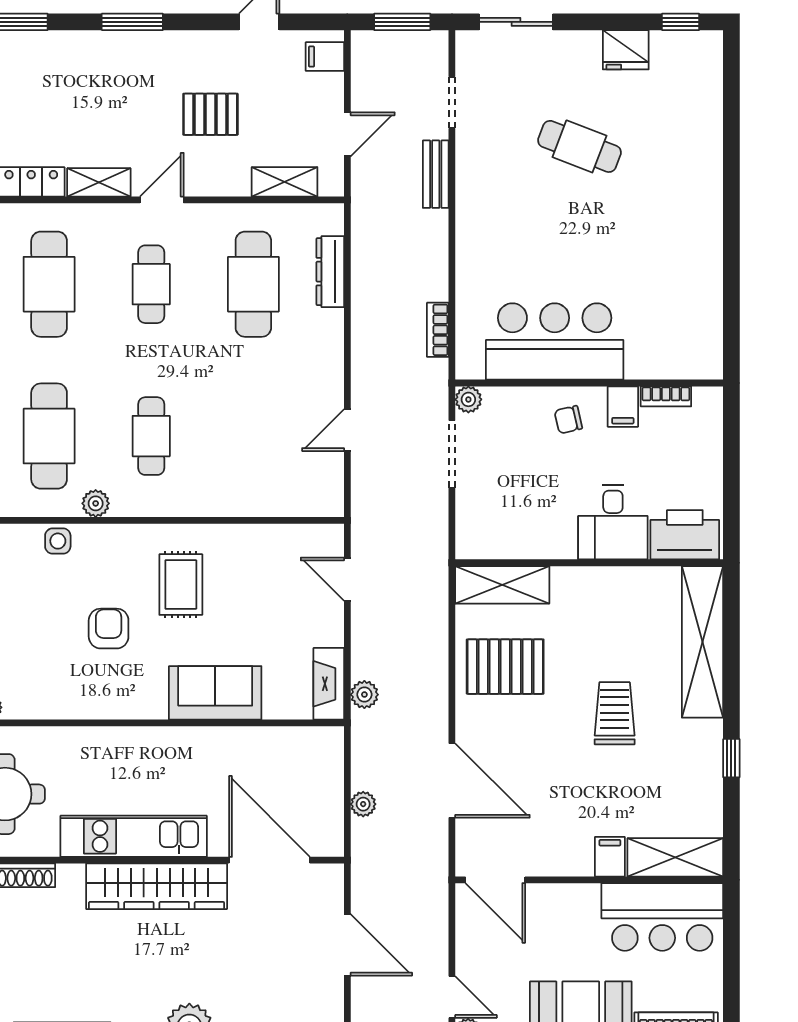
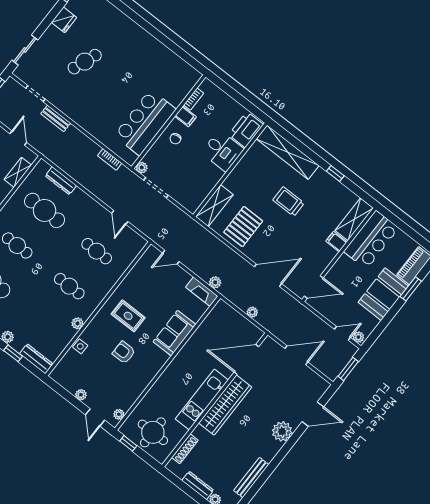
cafe table: (49, 436) -> (97, 251), moved, width x0.73, depth x0.74

